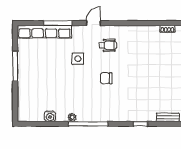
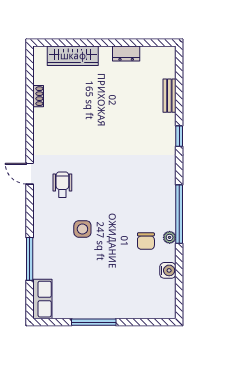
door: (93, 23) -> (30, 174), moved
row of seats: (44, 32) -> (42, 299), width x0.50
chair: (106, 78) -> (146, 241), moved

